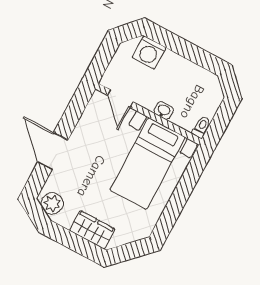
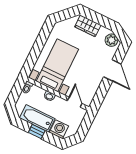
window: (188, 50) -> (37, 131), added
bathtub: (186, 73) -> (37, 118), added

